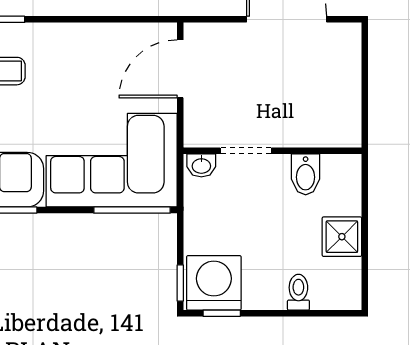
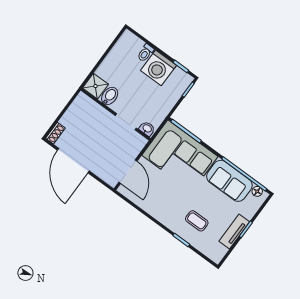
shoe rack: (351, 44) -> (55, 133), added
door: (180, 69) -> (128, 172), hinge flipped
shower: (342, 237) -> (95, 86), moved
washing machine: (214, 283) -> (158, 68), moved

